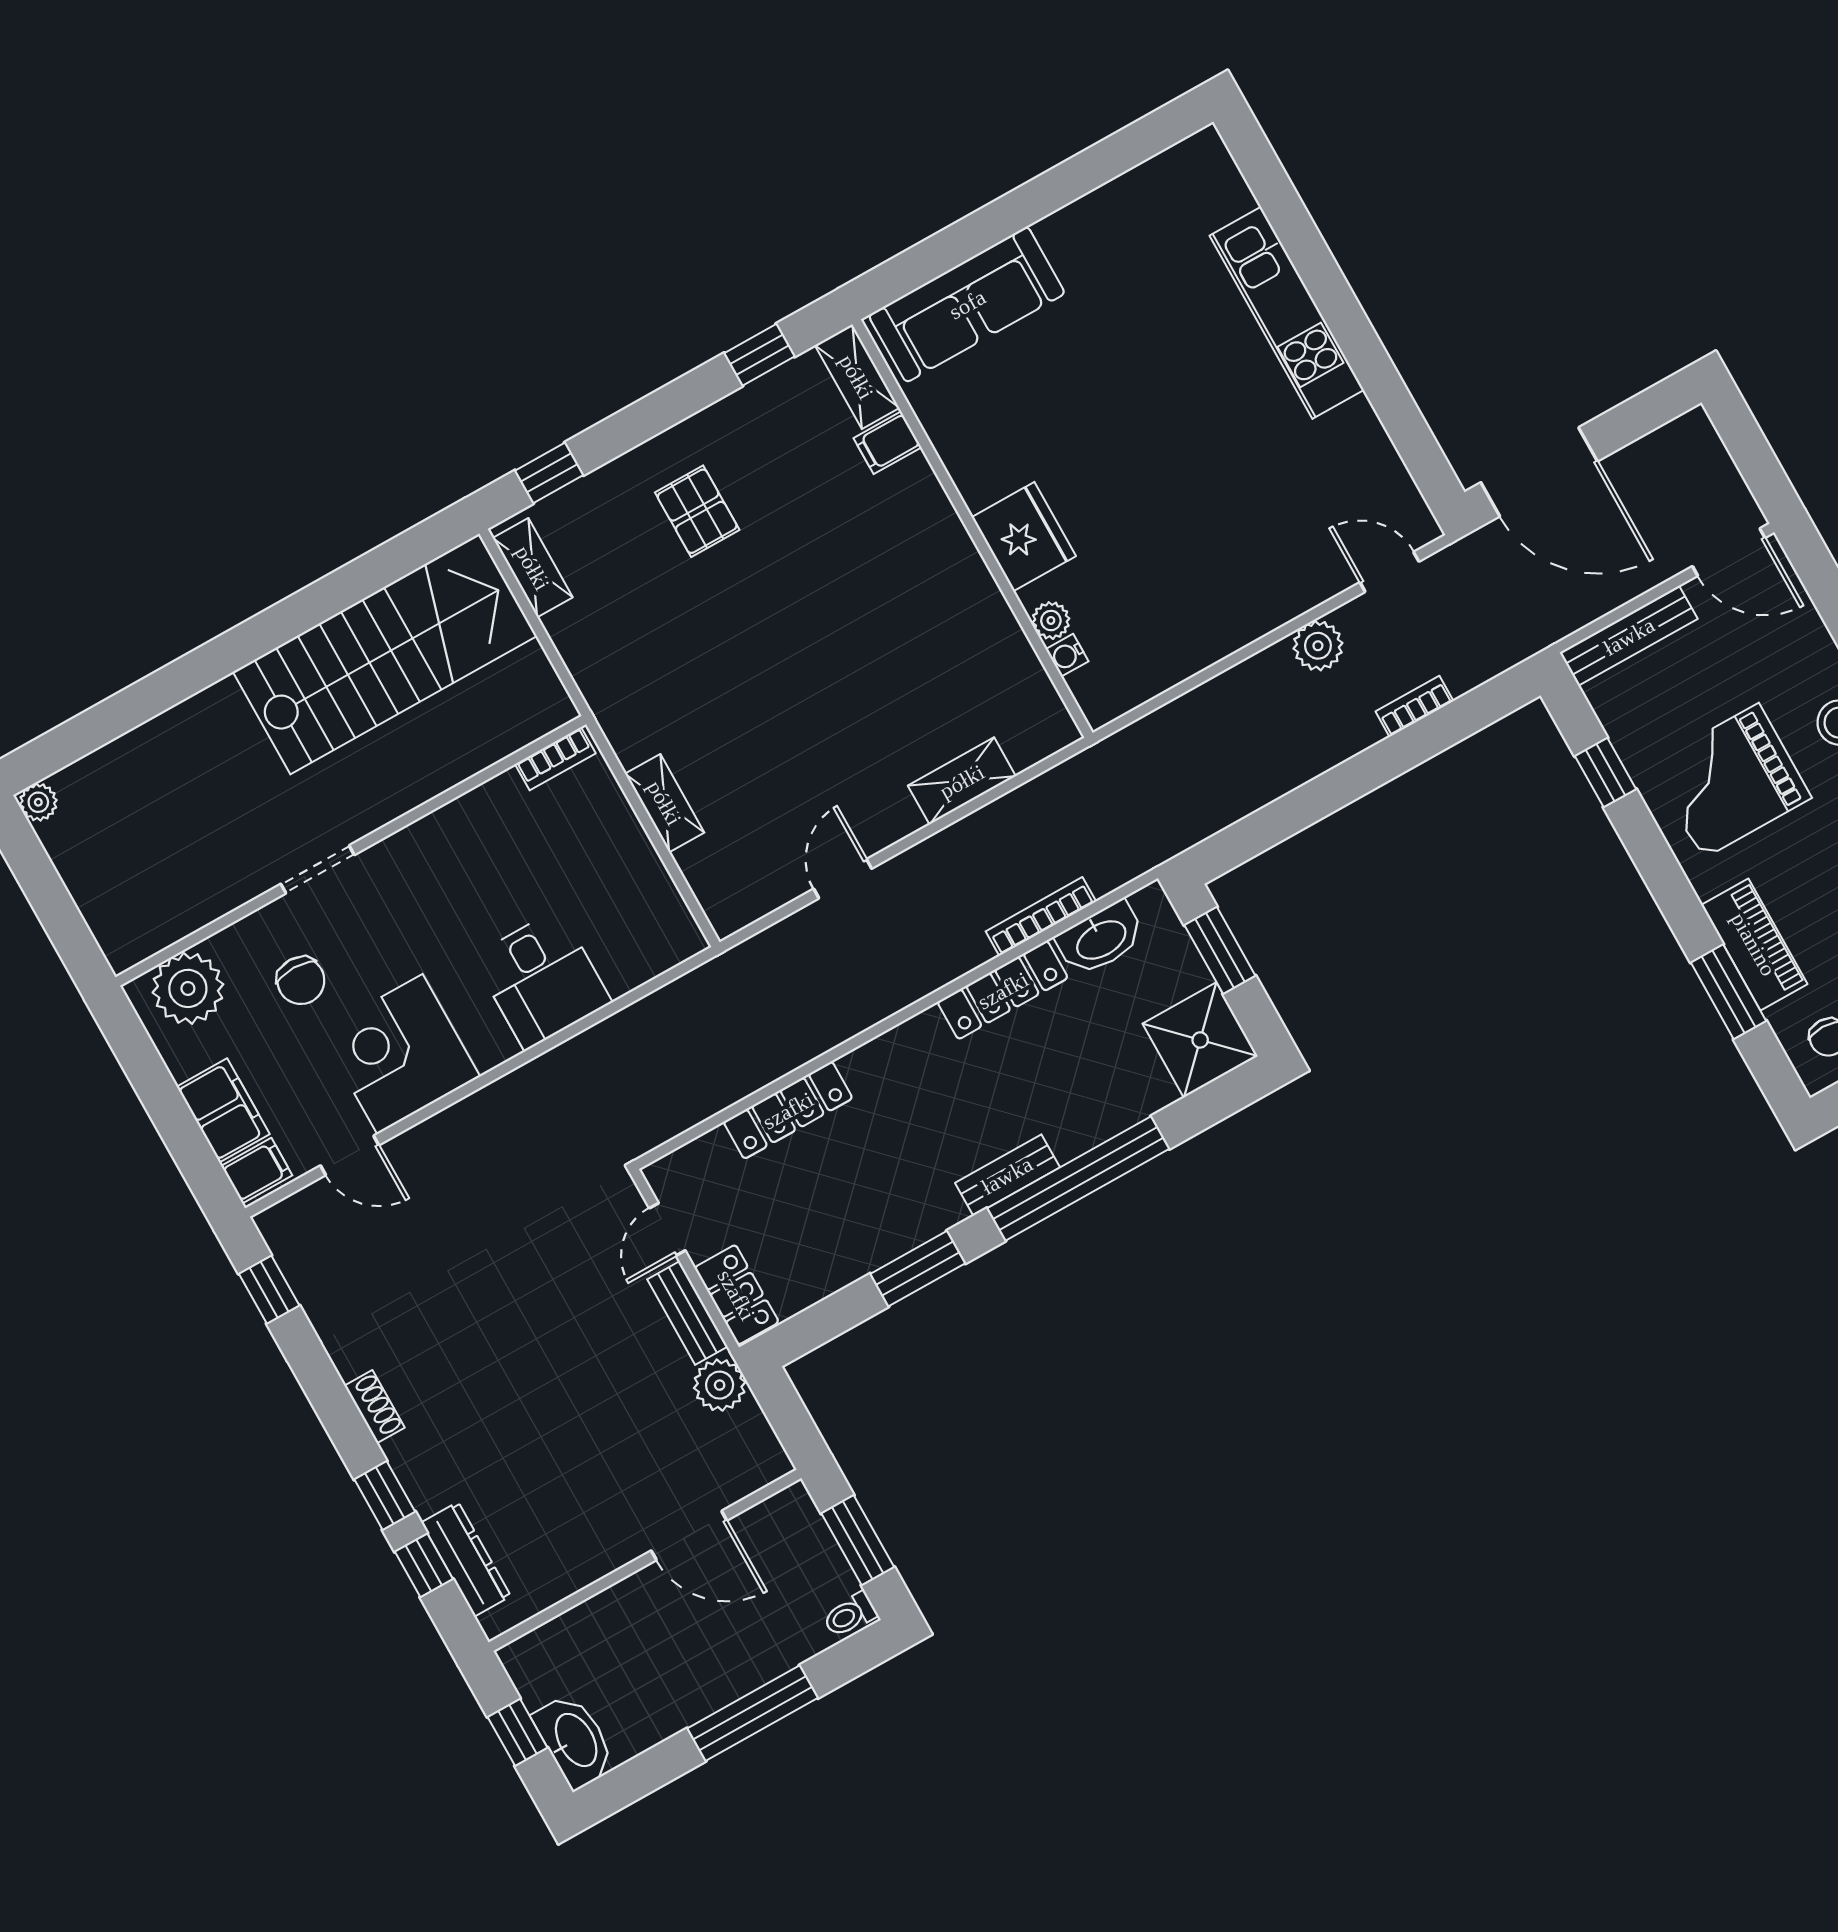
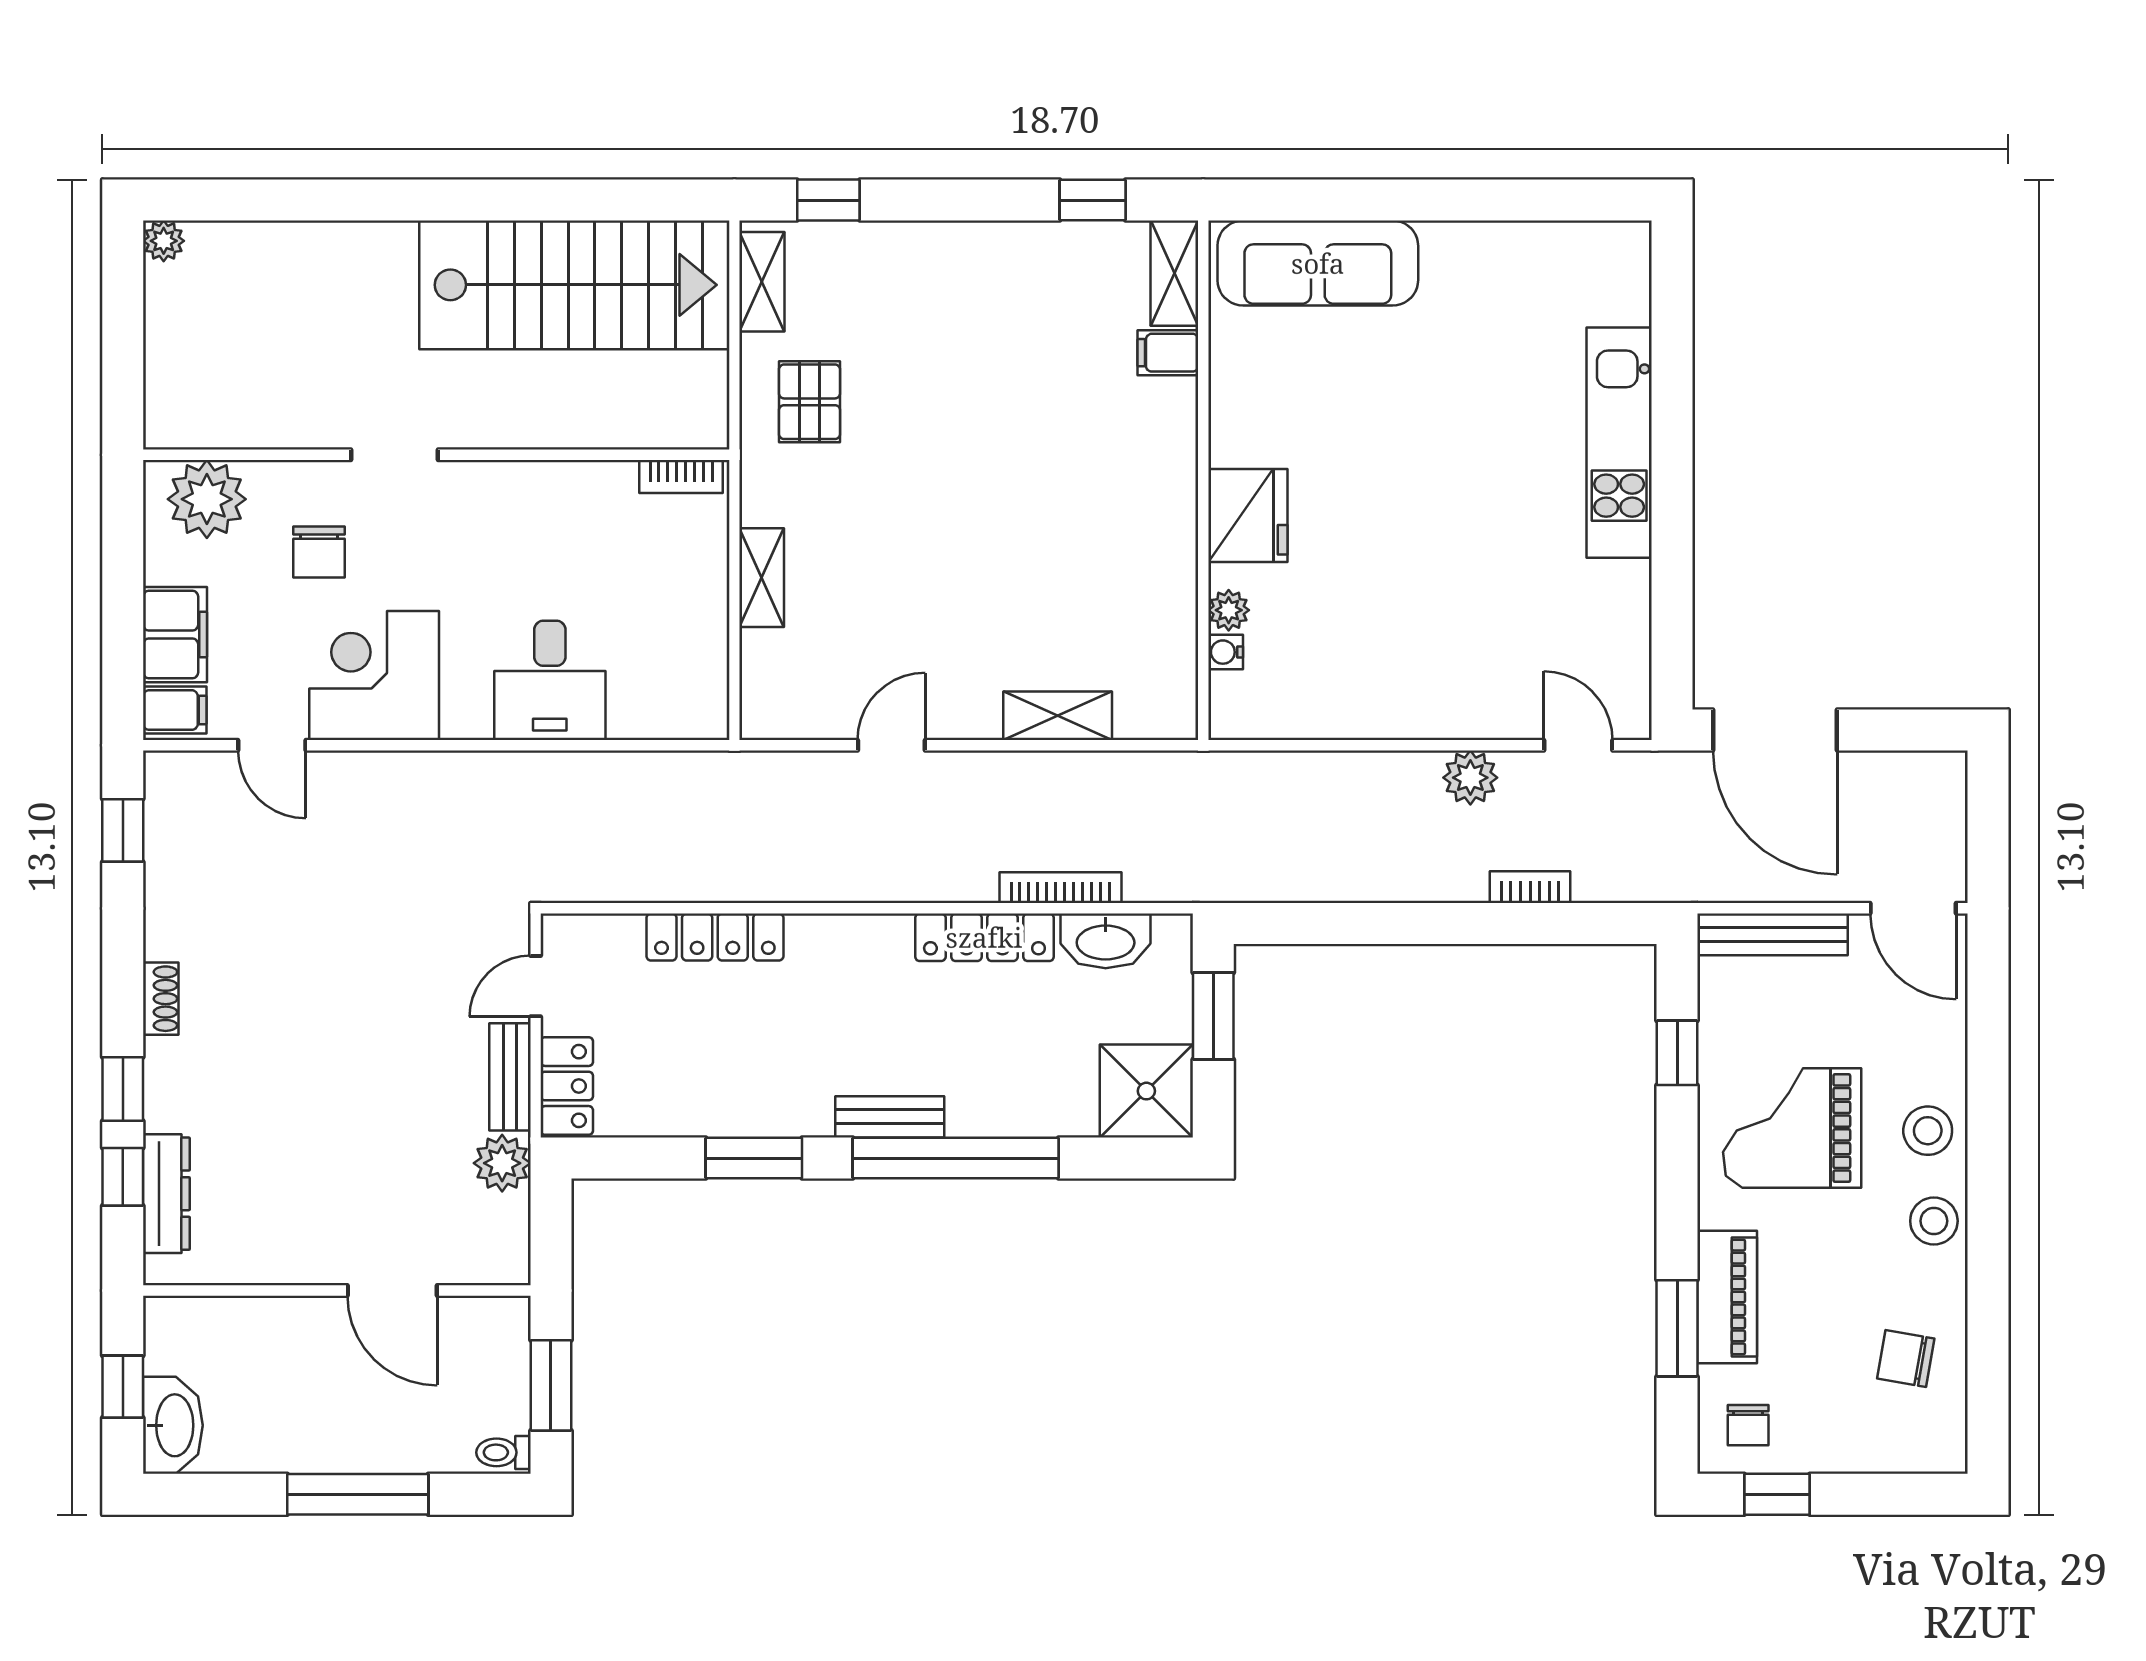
pallet: (697, 511) -> (810, 402), moved

